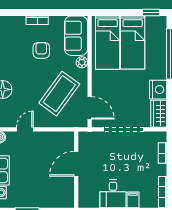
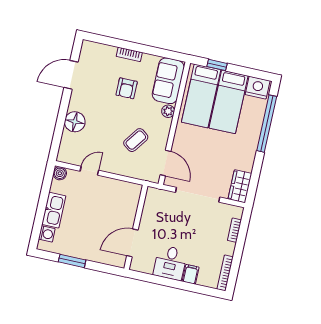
window: (151, 13) -> (217, 65), moved
armchair: (41, 50) -> (127, 88), turned 180
nightstand: (158, 90) -> (258, 88), moved, turned -90
coffee table: (59, 94) -> (136, 140), width x0.54, depth x0.58
door: (76, 164) -> (132, 243), moved

